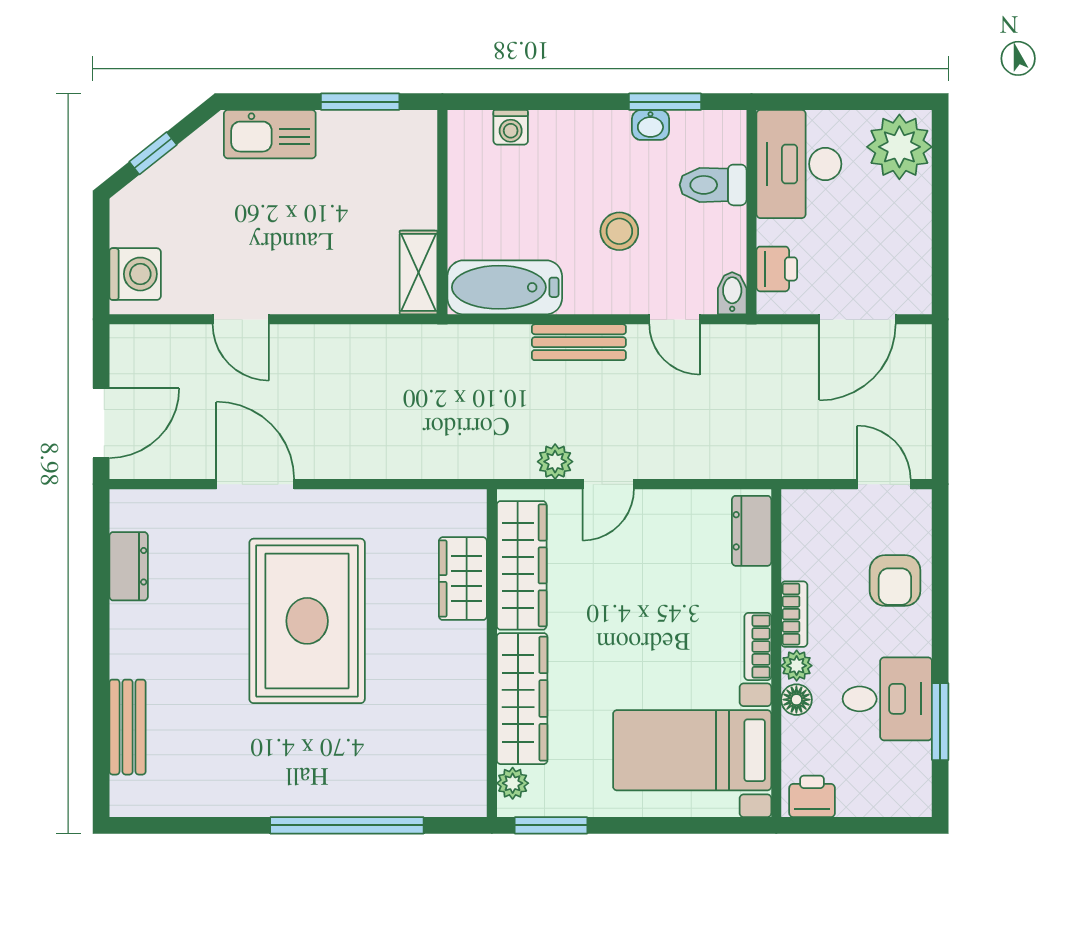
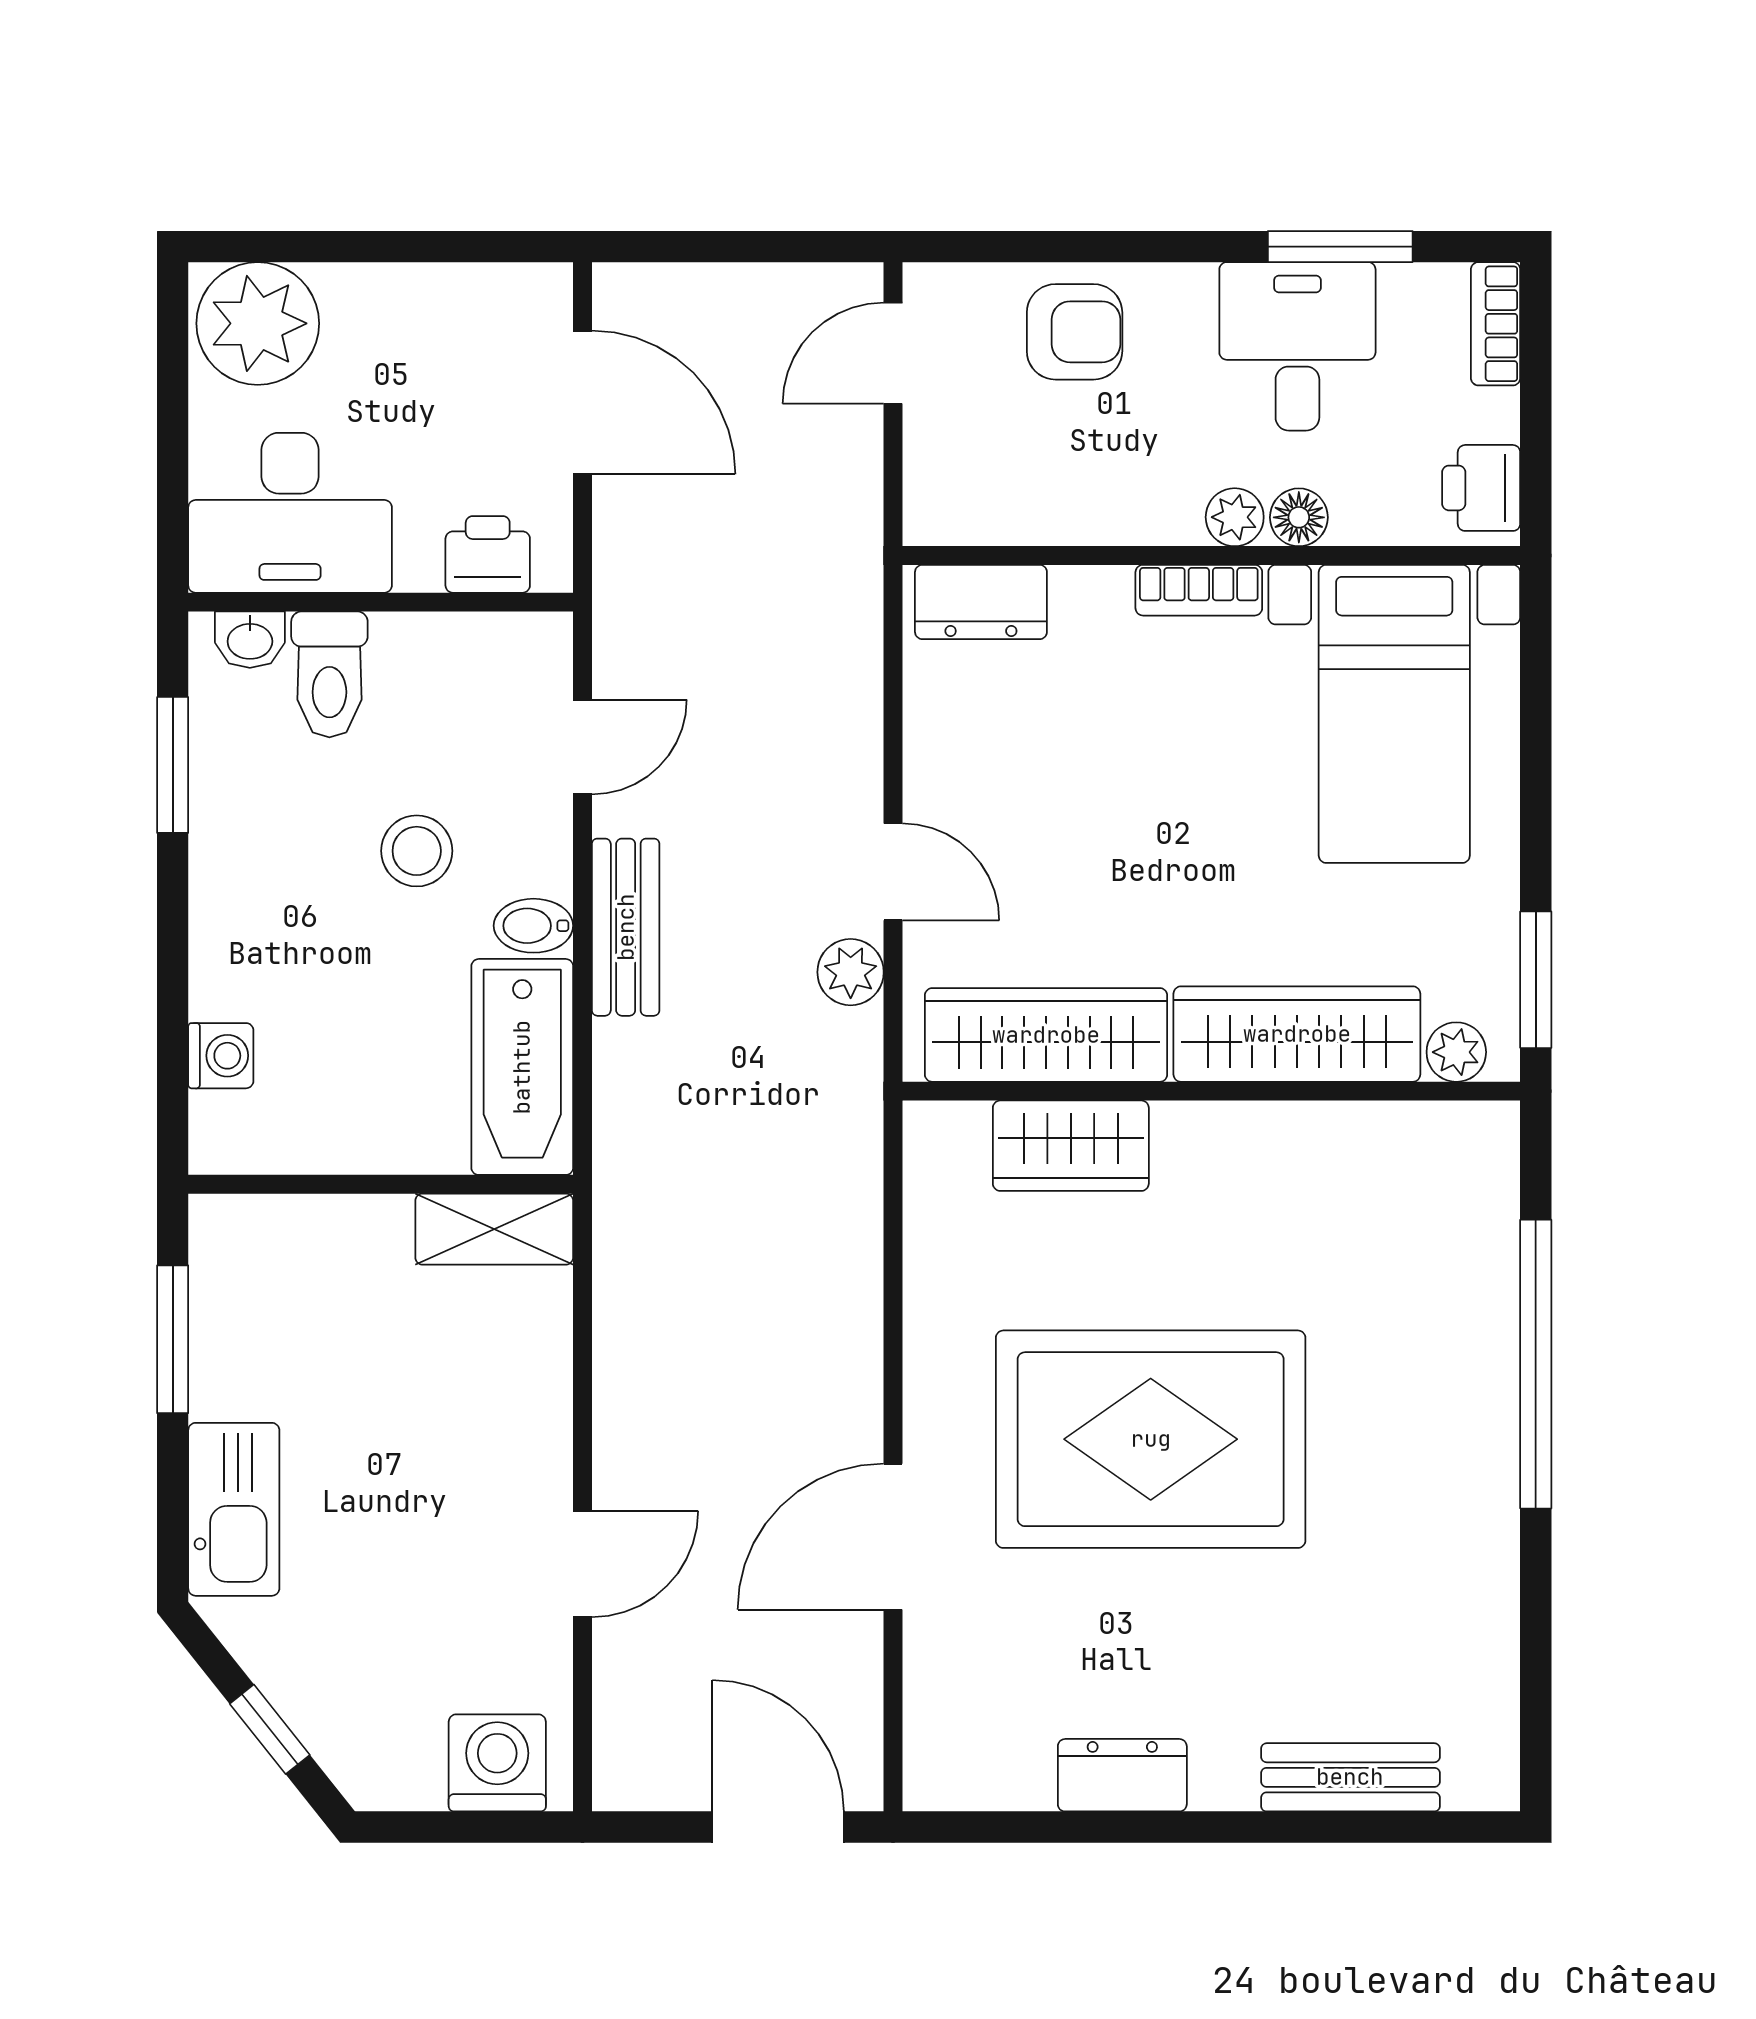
washbasin: (650, 125) -> (250, 640), moved, turned 90
bidet: (732, 293) -> (533, 926), moved
dresser: (129, 566) -> (1122, 1775), moved
bookcase: (794, 614) -> (1496, 324), moved, turned -90

